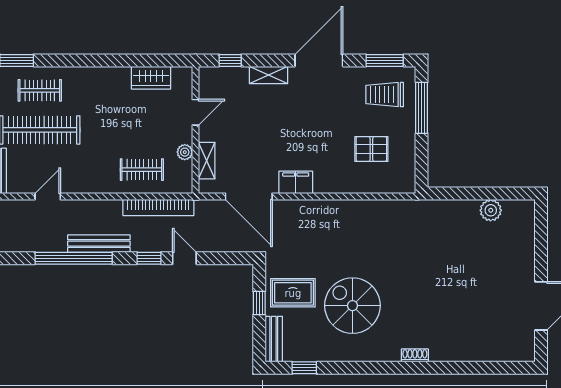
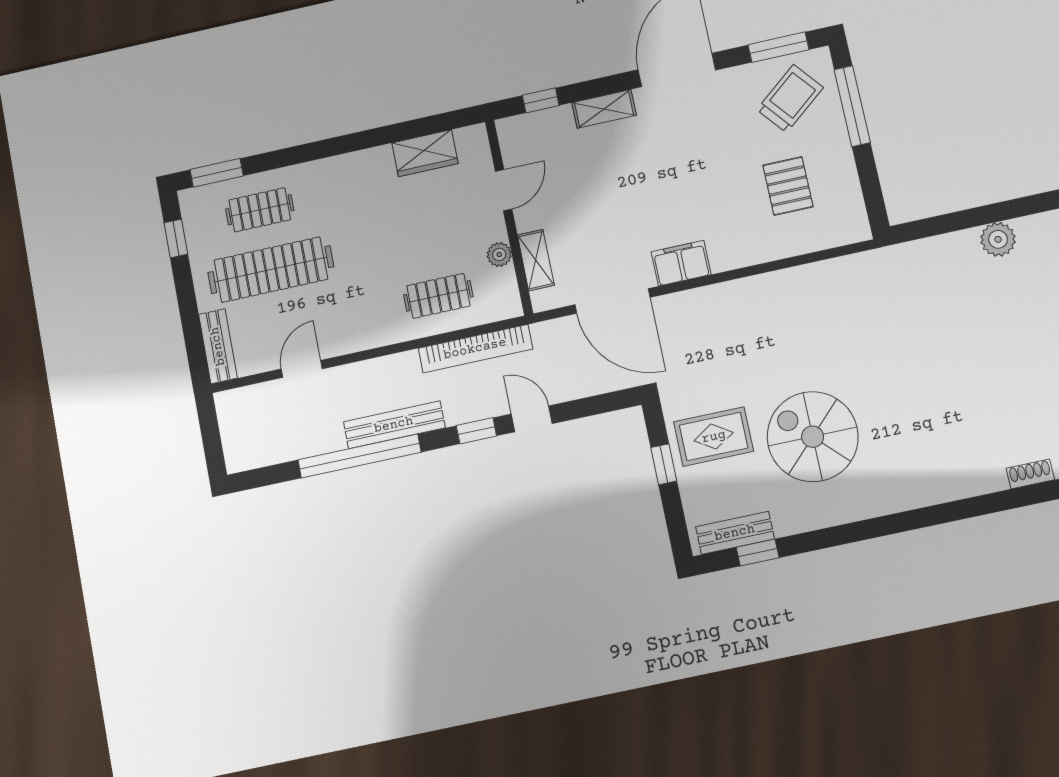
trolley: (385, 95) -> (790, 99), turned 141
pallet: (371, 149) -> (788, 186), turned 90
bench: (274, 339) -> (735, 533), moved, turned 90
shoe rack: (415, 355) -> (1030, 474), moved

